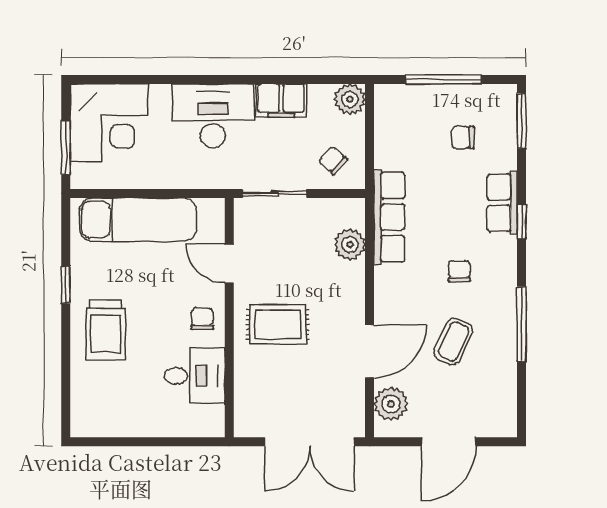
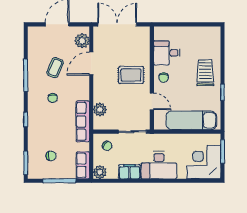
row of seats: (502, 203) -> (83, 165), moved, turned 180

